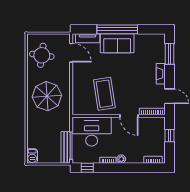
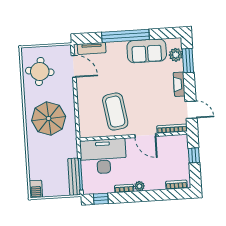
sofa: (117, 43) -> (147, 51), moved
plant: (159, 48) -> (176, 55), added

